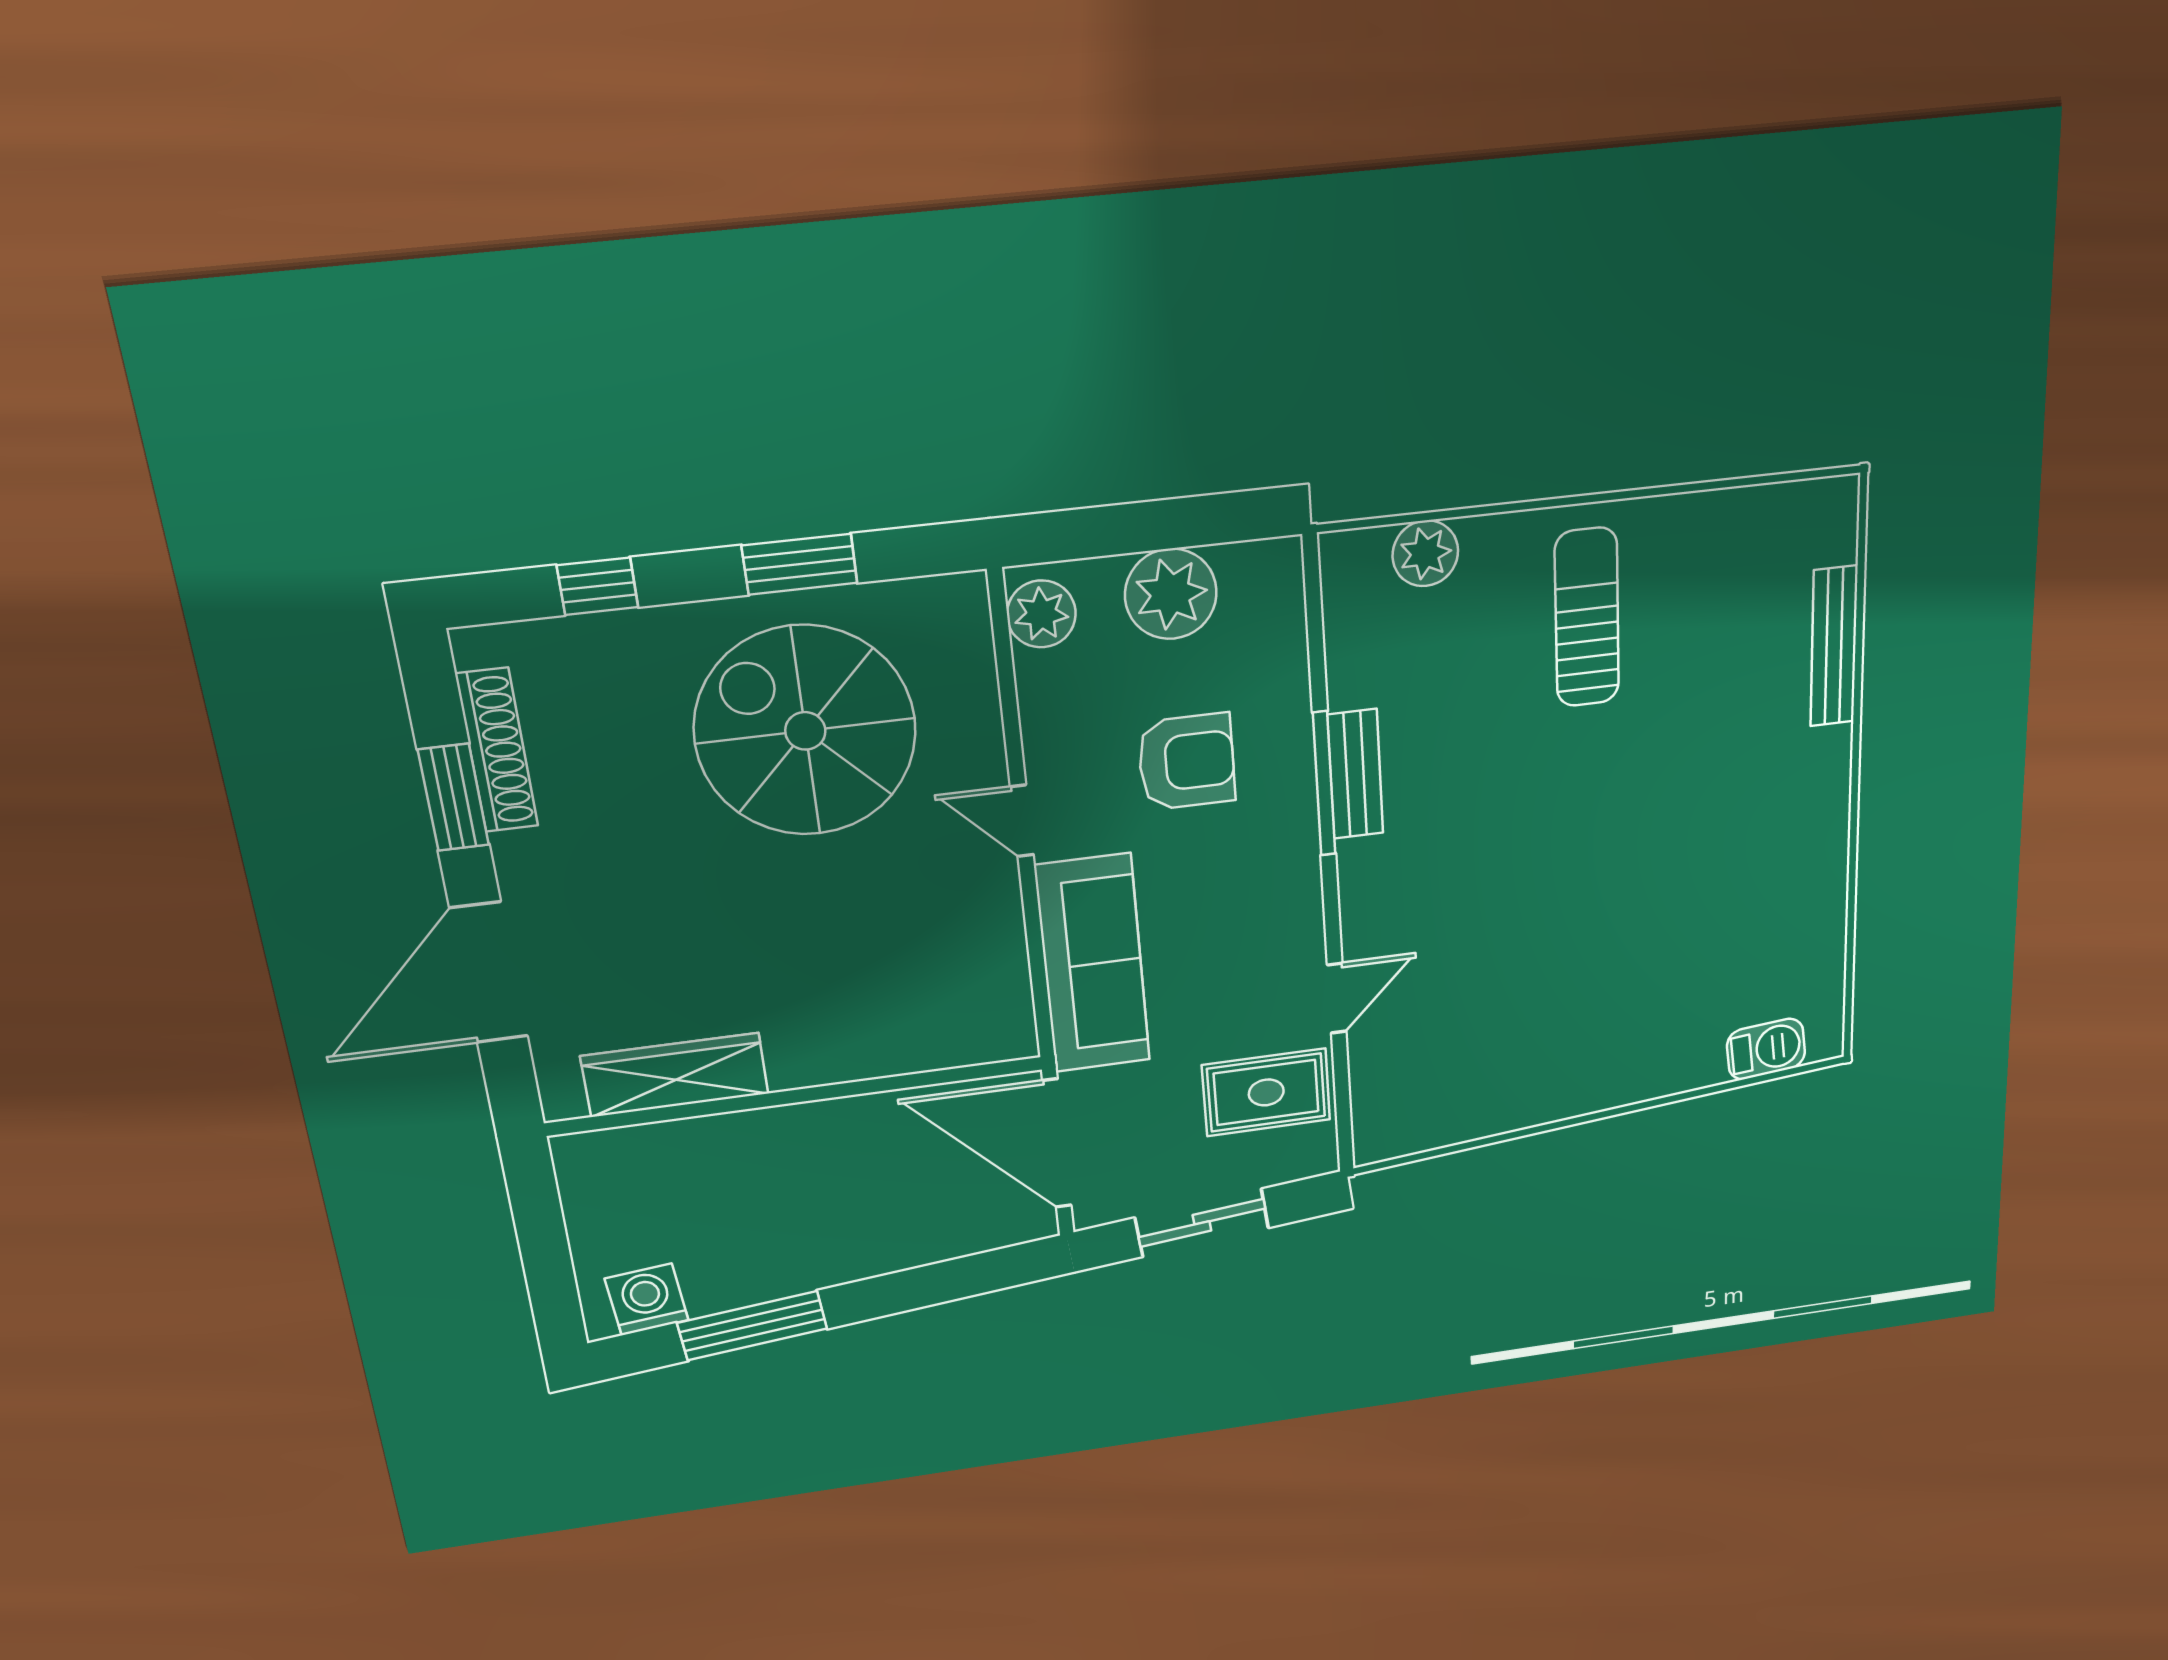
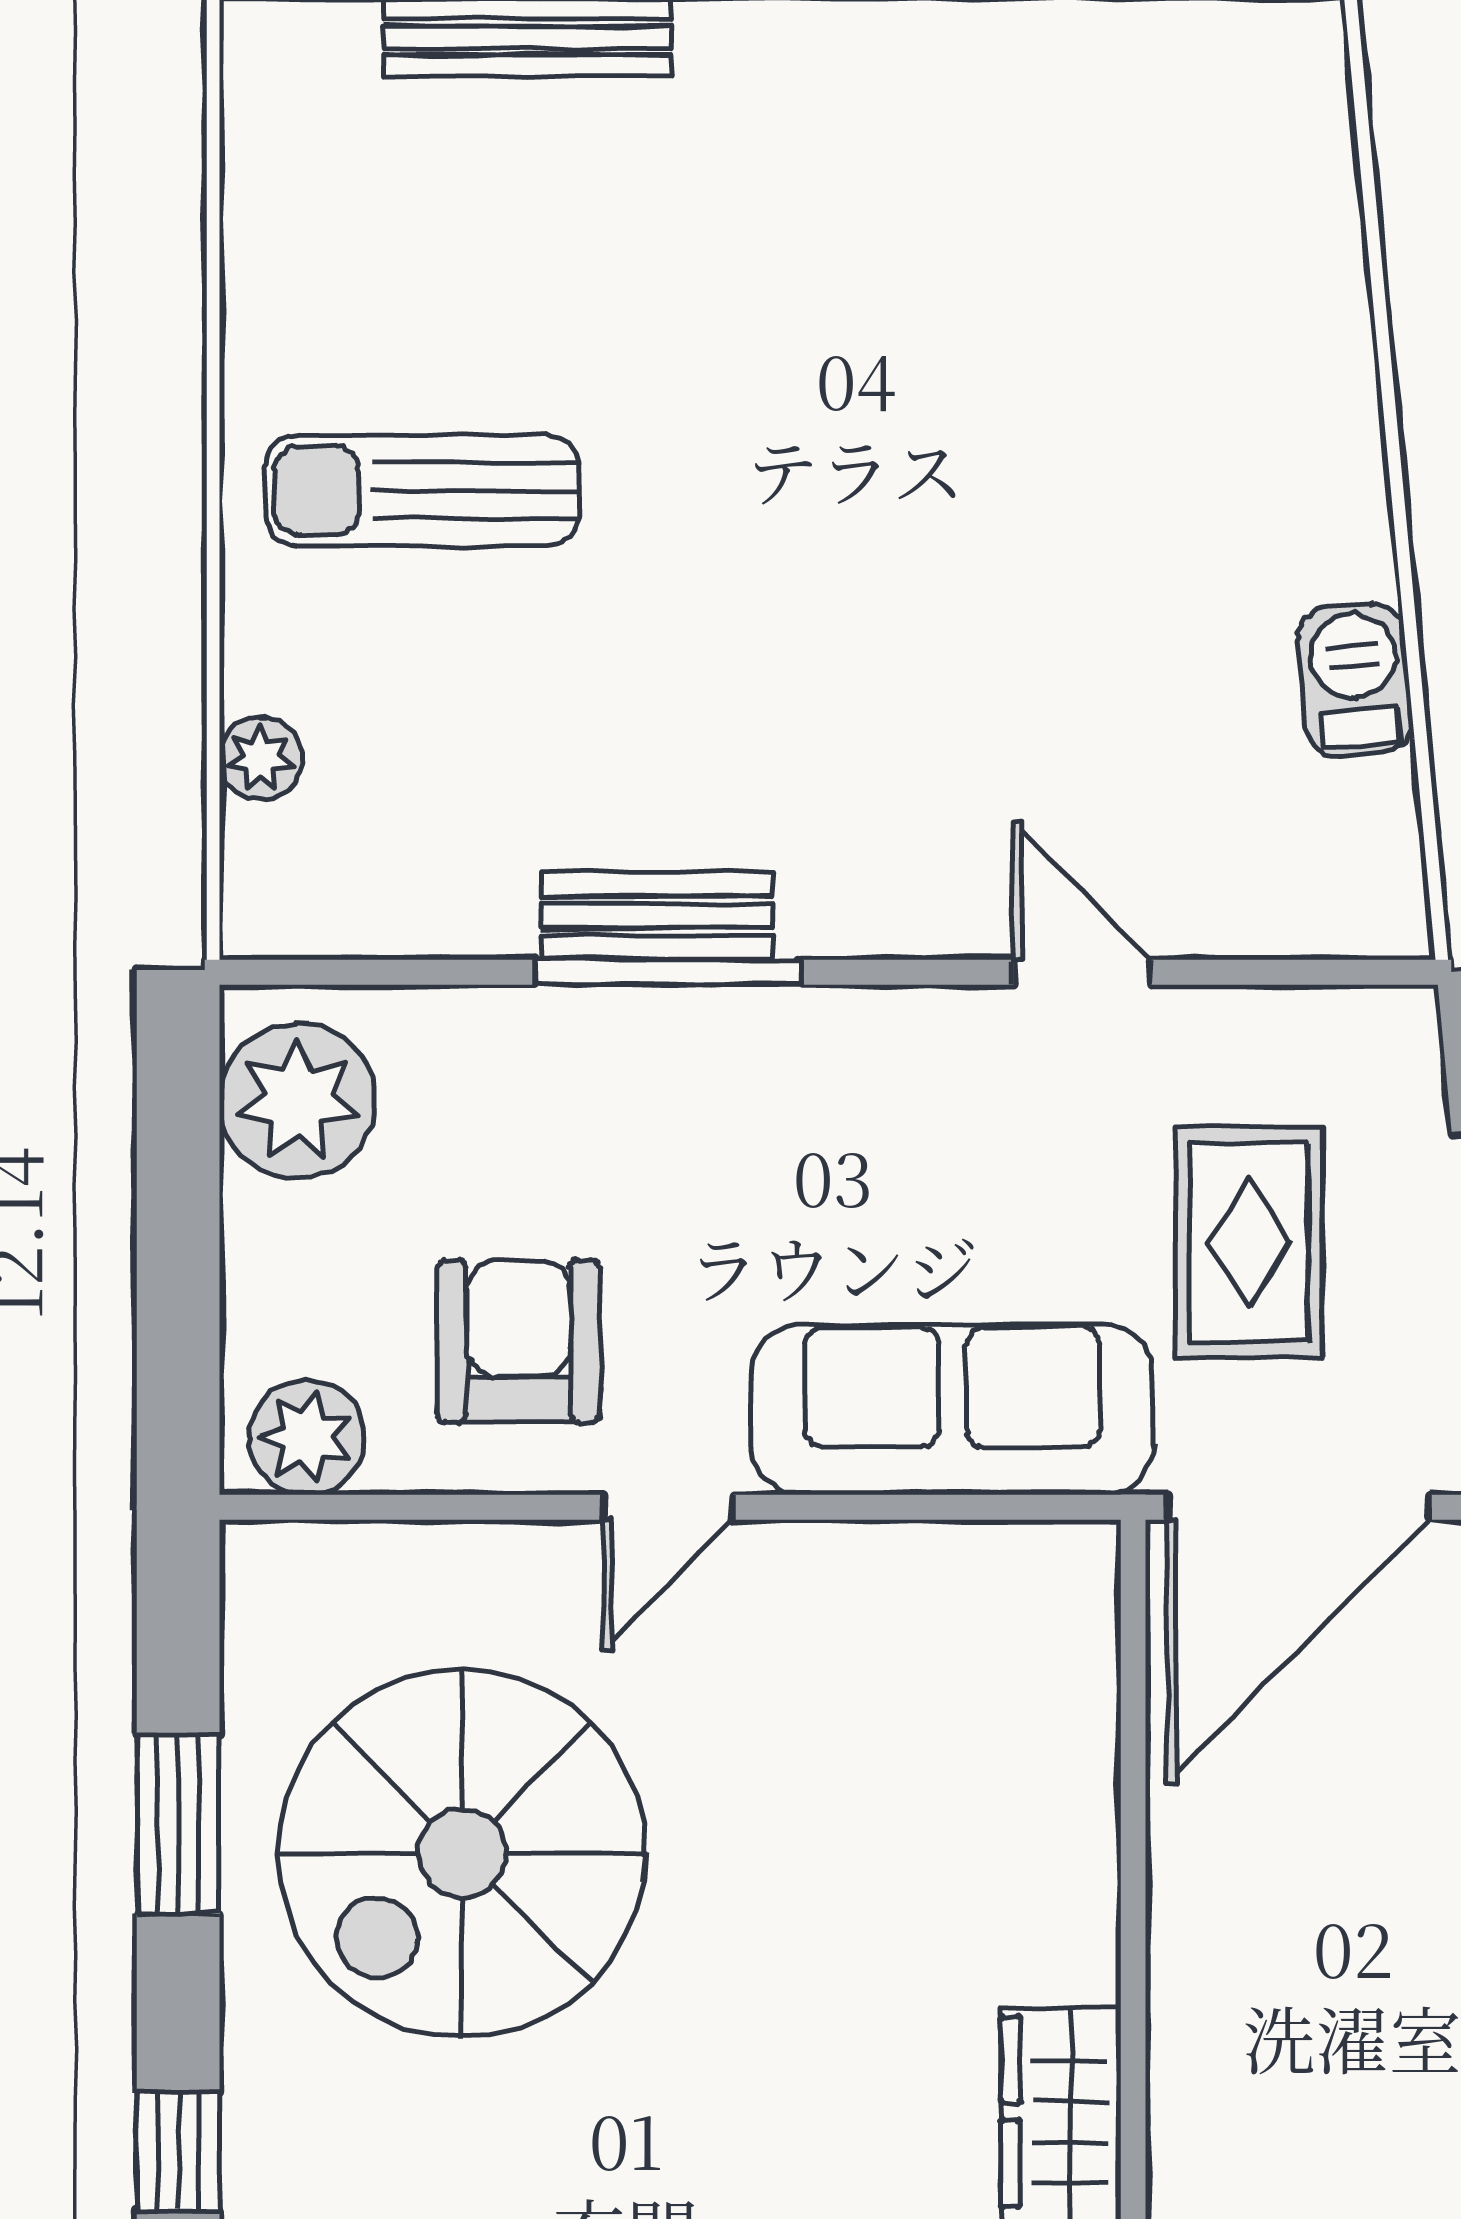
plant: (1425, 553) -> (261, 758), width x0.73, depth x0.73
plant: (1171, 594) -> (297, 1101), moved
armchair: (1187, 762) -> (519, 1341), moved
barbecue: (1766, 1049) -> (1355, 680), moved
rug: (1266, 1092) -> (1249, 1242), moved

